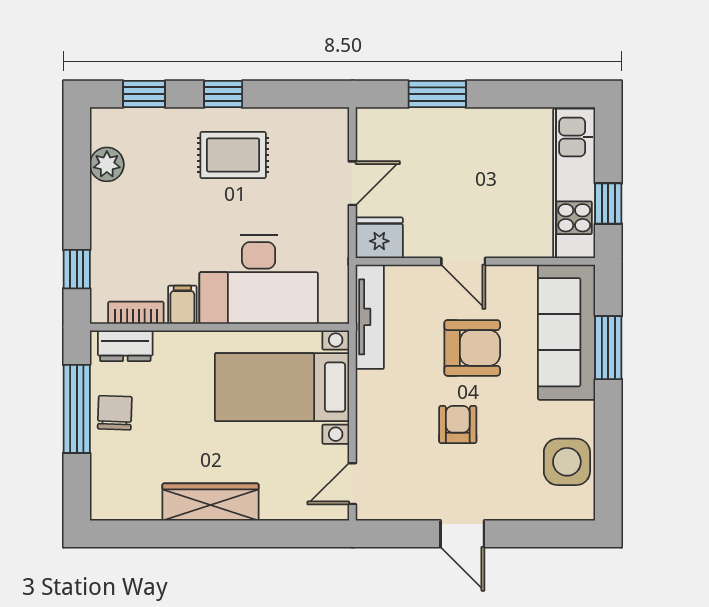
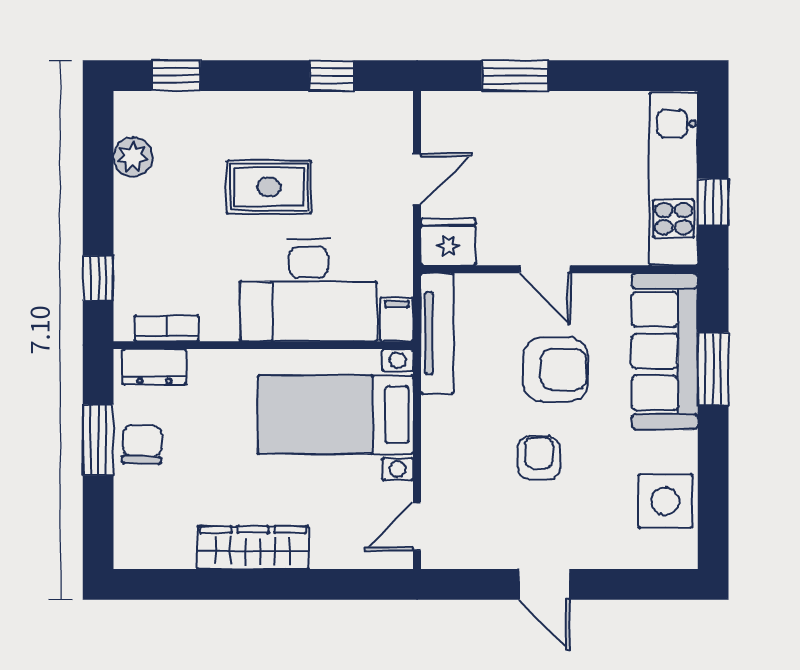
window: (223, 94) -> (332, 76), moved
rug: (233, 155) -> (269, 187), moved
filing cabinet: (182, 305) -> (397, 319), moved
window: (77, 409) -> (98, 440), width x0.69

